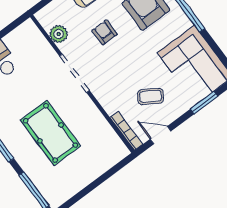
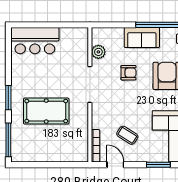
armchair: (105, 32) -> (128, 73), turned 90
pool table: (50, 133) -> (46, 111), turned 90

